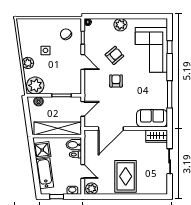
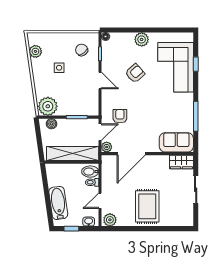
plant: (28, 63) -> (35, 51), moved
armchair: (116, 81) -> (120, 116), moved
plant: (89, 122) -> (107, 147), added
shower: (42, 150) -> (55, 177), removed
door: (83, 171) -> (100, 201), swing flipped

